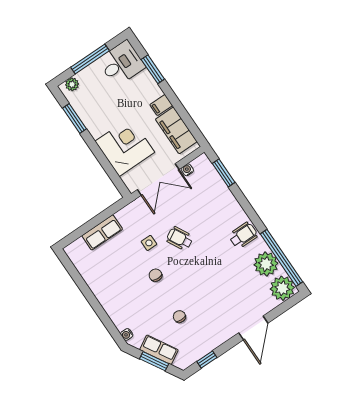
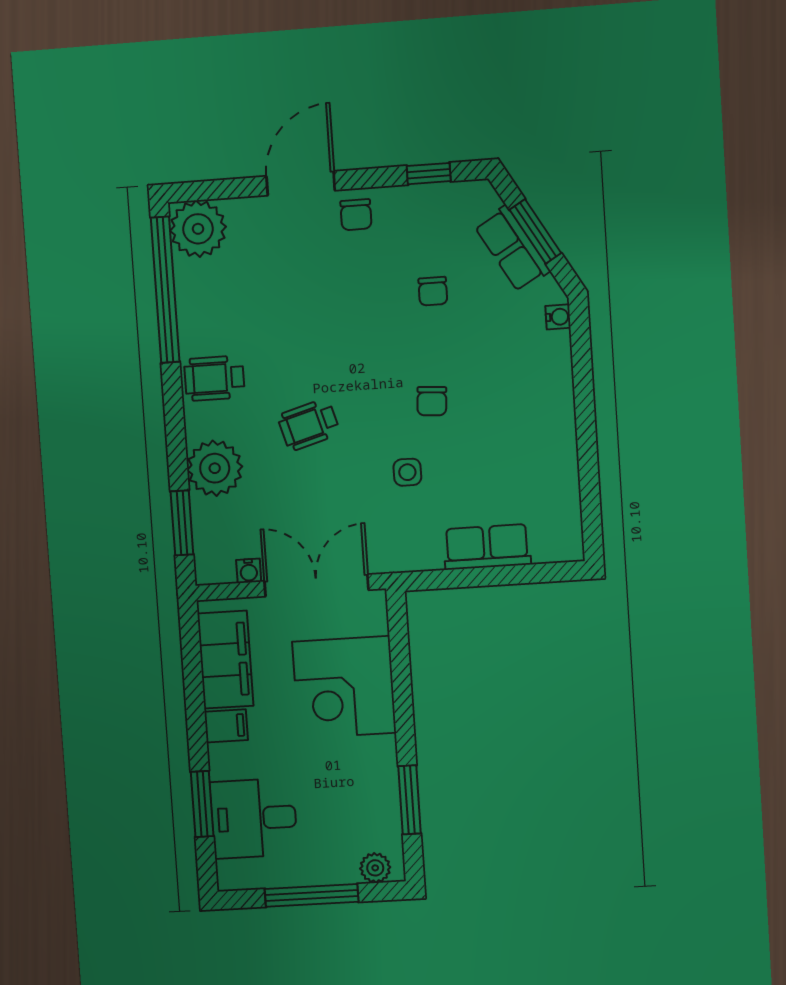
desk: (121, 63) -> (254, 818), moved
wheelchair: (180, 239) -> (309, 425), moved, turned 102
plant: (266, 264) -> (215, 468), moved
chair: (225, 328) -> (356, 215), added

